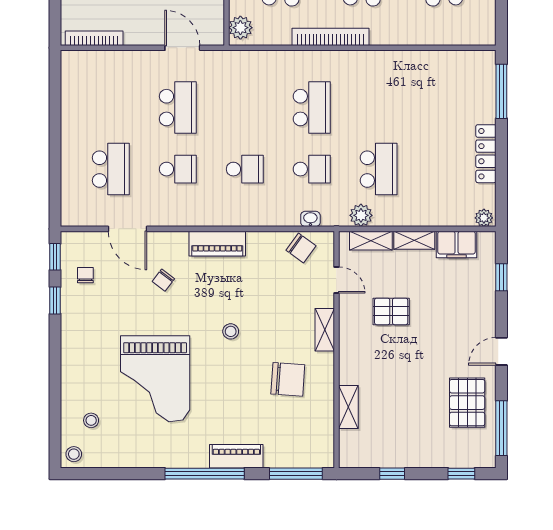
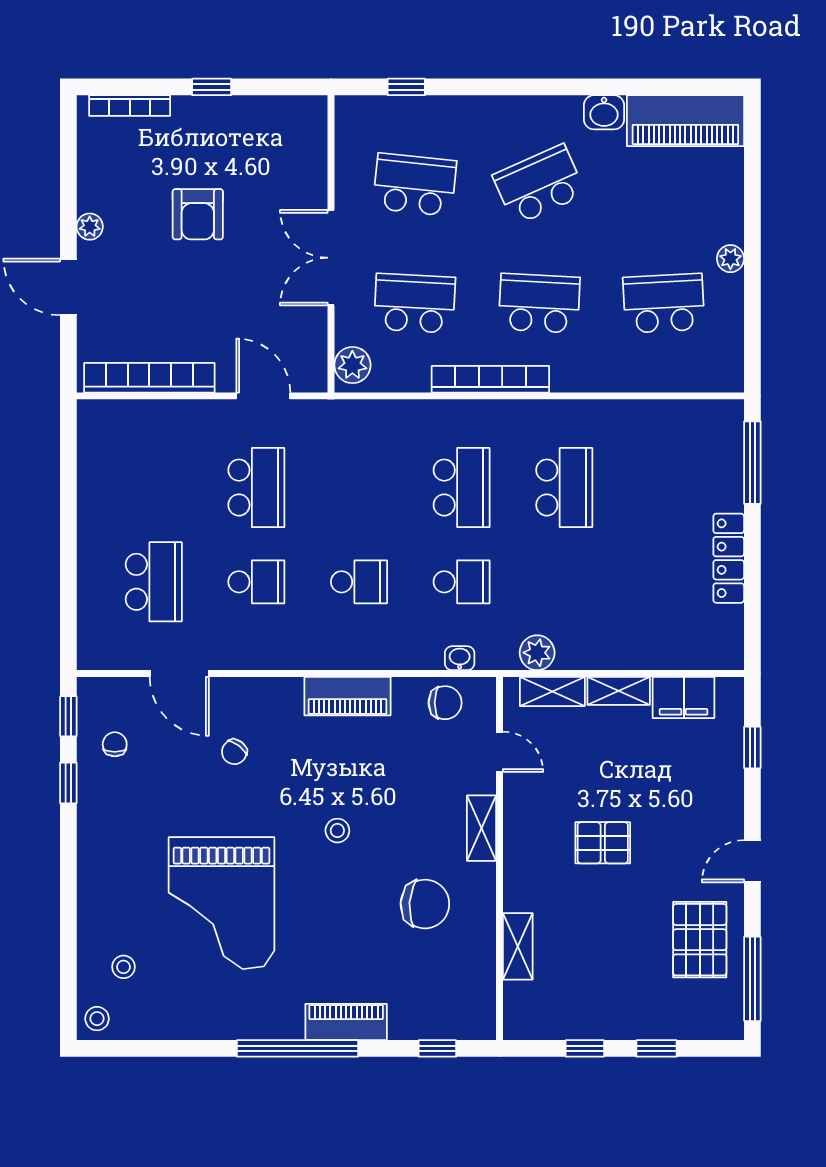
bookcase: (94, 38) -> (149, 378), width x1.48, depth x1.31
school desk: (379, 169) -> (564, 488), moved
plant: (484, 218) -> (725, 656), removed
piano: (217, 244) -> (348, 696), moved
chair: (301, 248) -> (445, 703), turned -36
pallet: (391, 311) -> (603, 843), moved
window: (296, 474) -> (437, 1048), width x0.46
window: (461, 474) -> (657, 1048), moved

